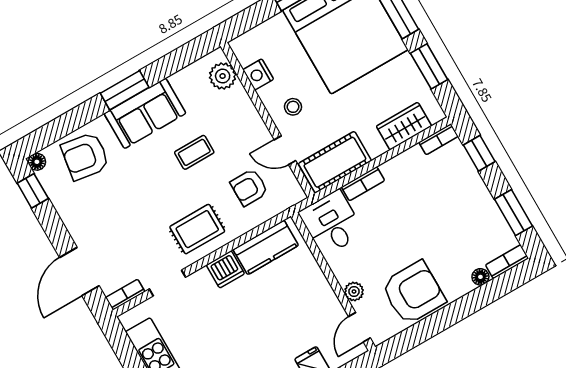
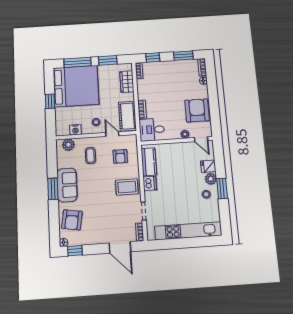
door: (285, 150) -> (112, 134), swing flipped
coffee table: (194, 152) -> (90, 156), moved
rug: (197, 229) -> (127, 187), turned 90

